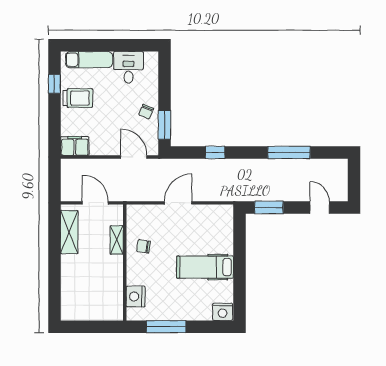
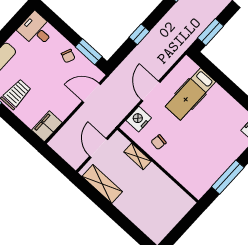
desk: (129, 67) -> (36, 30), moved
door: (95, 203) -> (99, 148), hinge flipped
hospital bed: (205, 267) -> (190, 94), moved
nightstand: (136, 297) -> (139, 119), moved, turned 90

